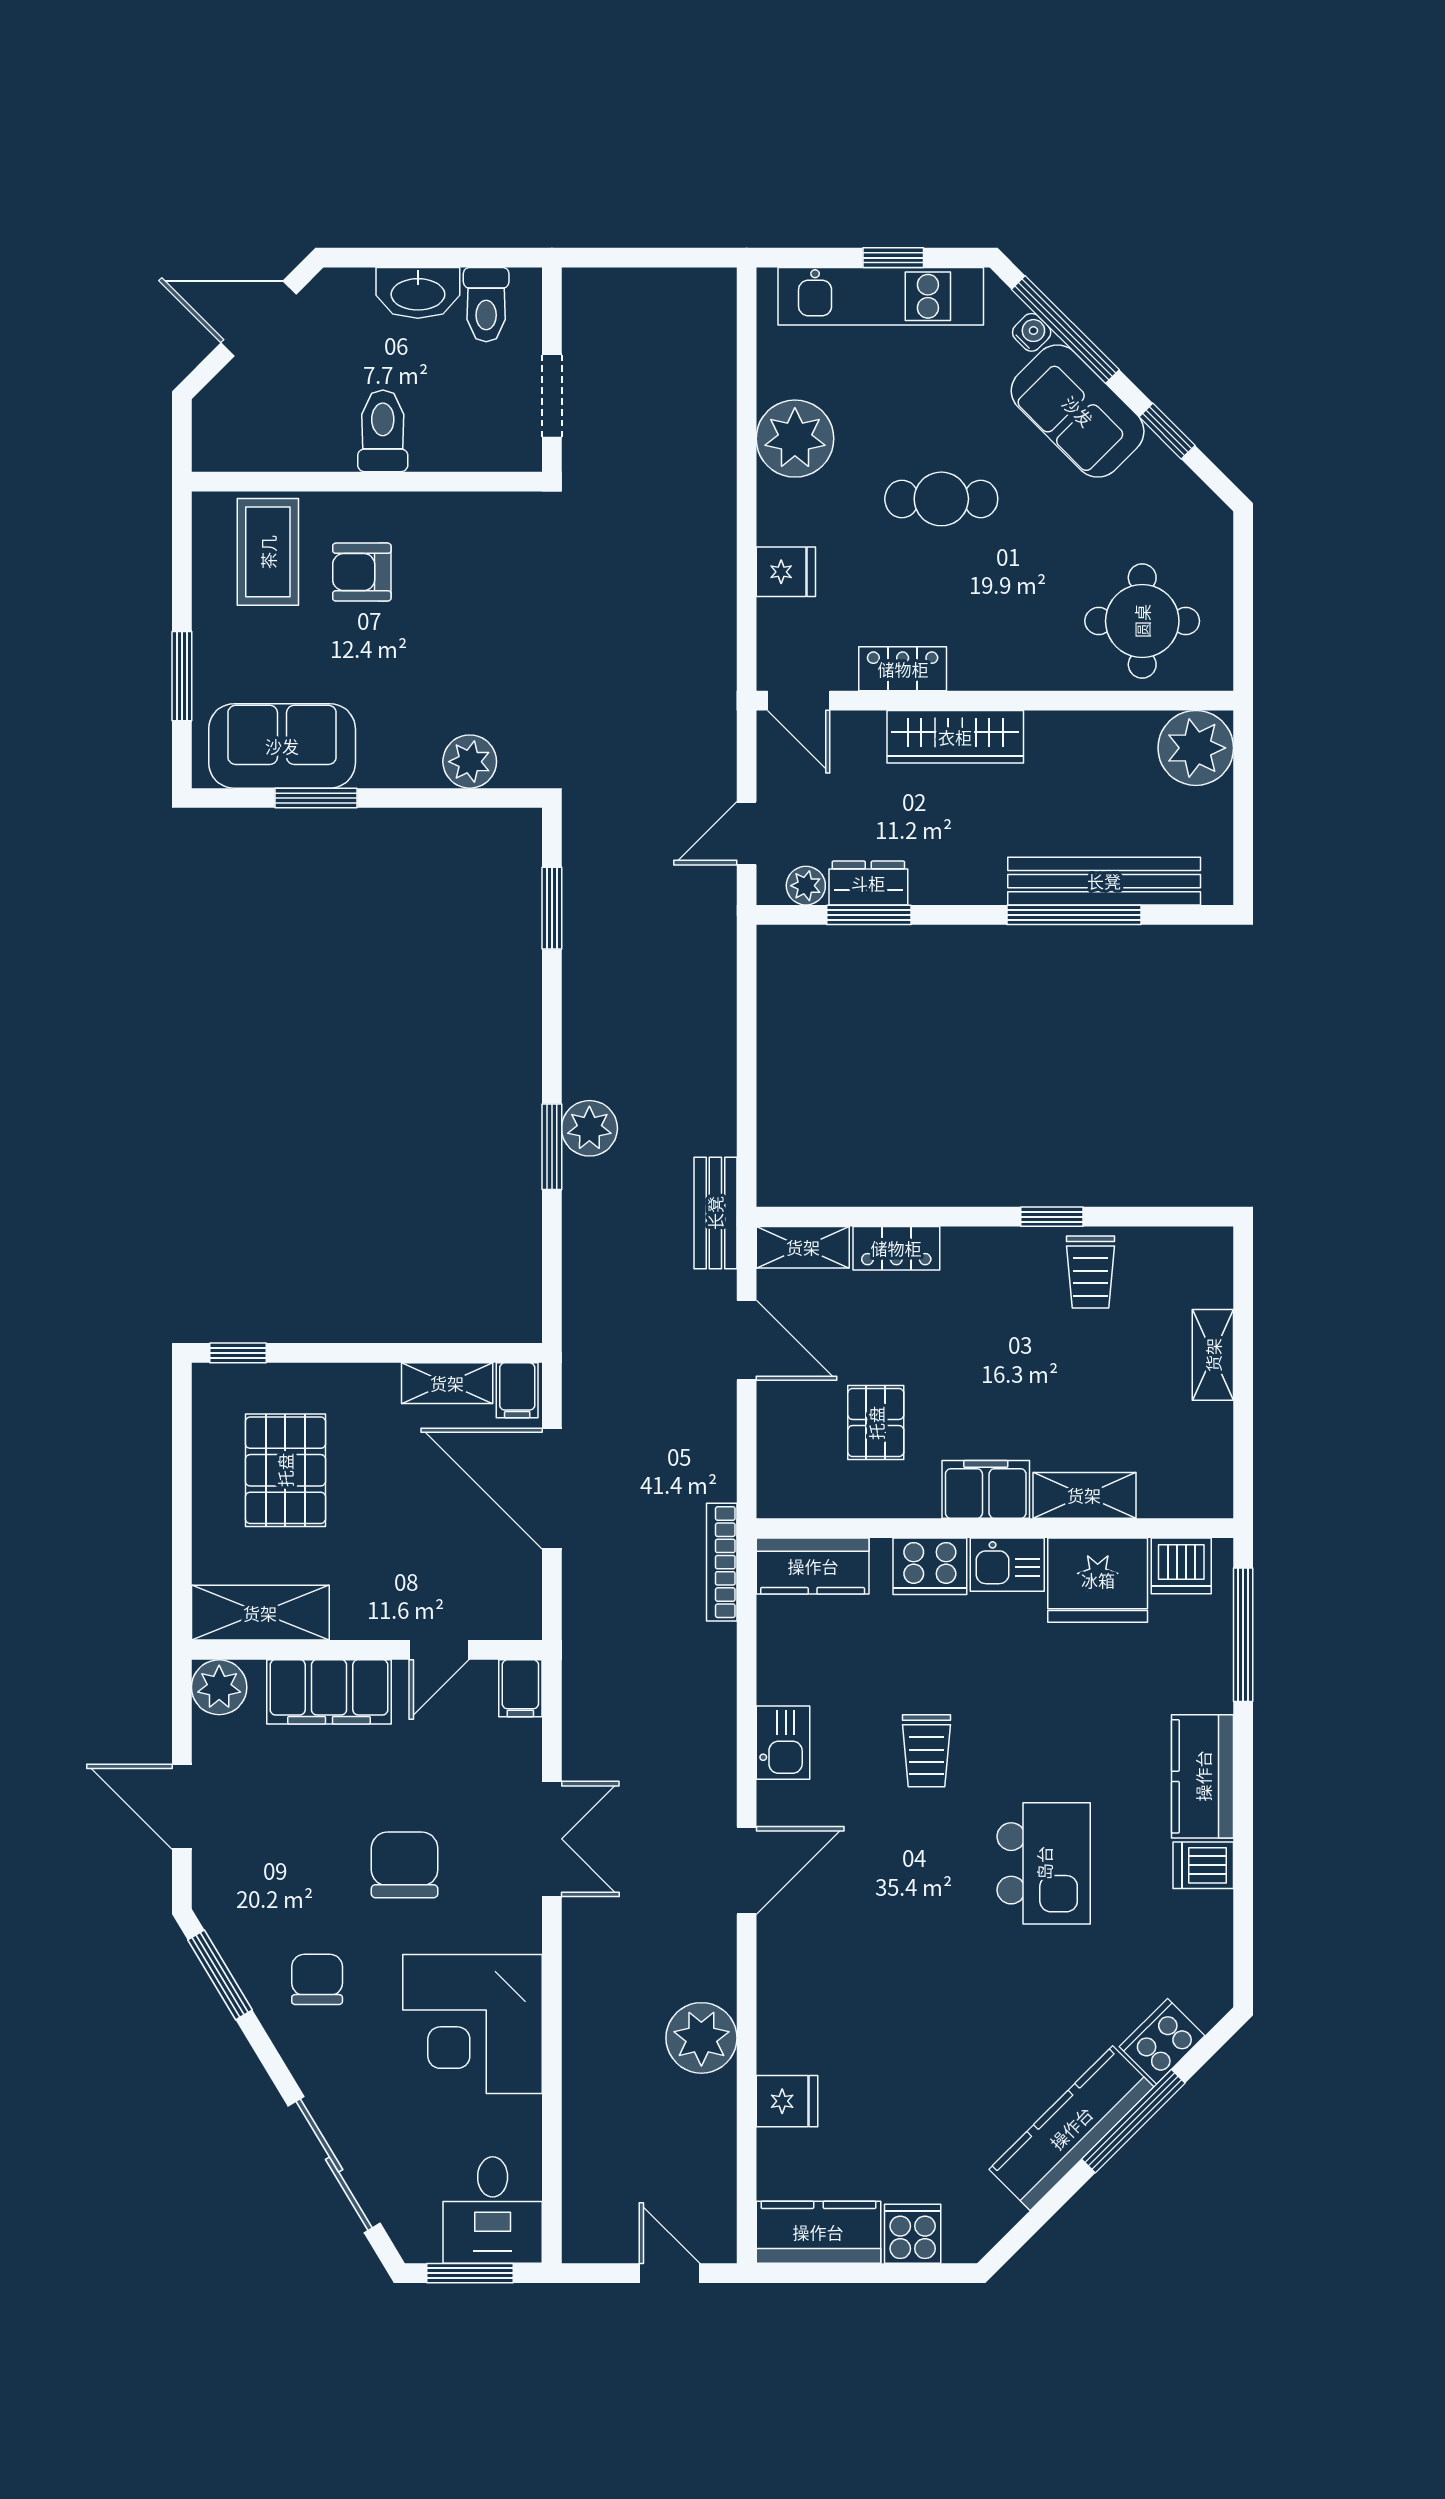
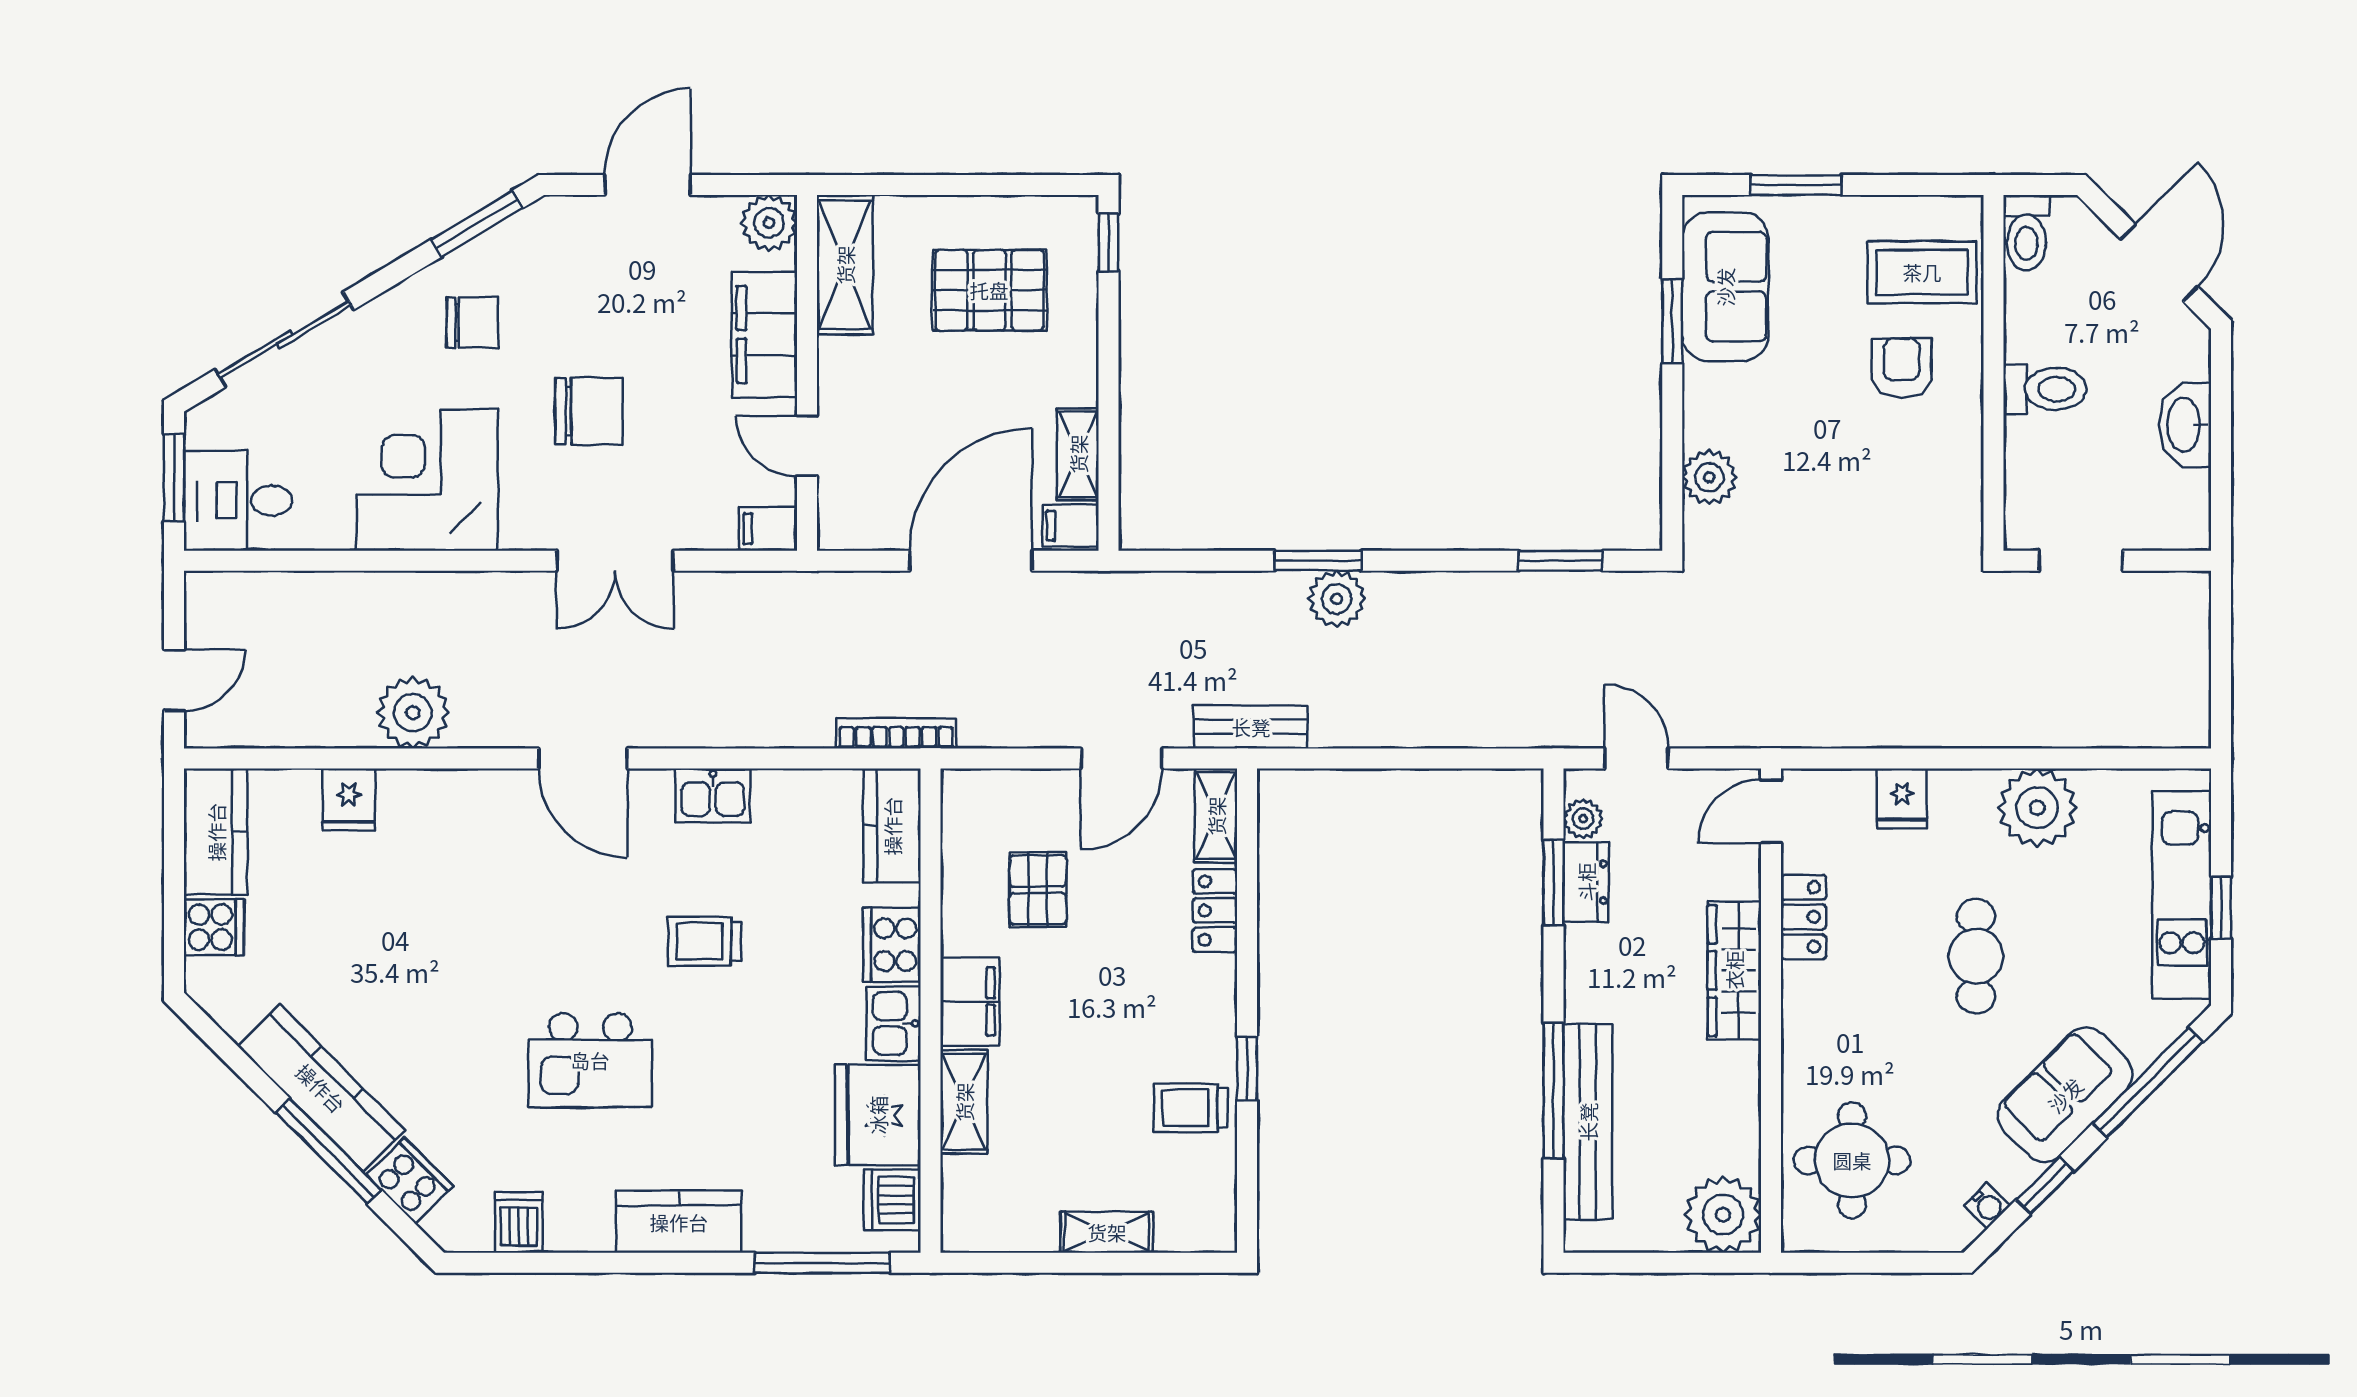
toilet: (486, 305) -> (2026, 233), moved, turned -90
water cooler: (1032, 332) -> (1987, 1206), moved
pallet: (876, 1423) -> (1038, 890), turned 90
dishwasher: (1203, 1865) -> (519, 1222), moved

